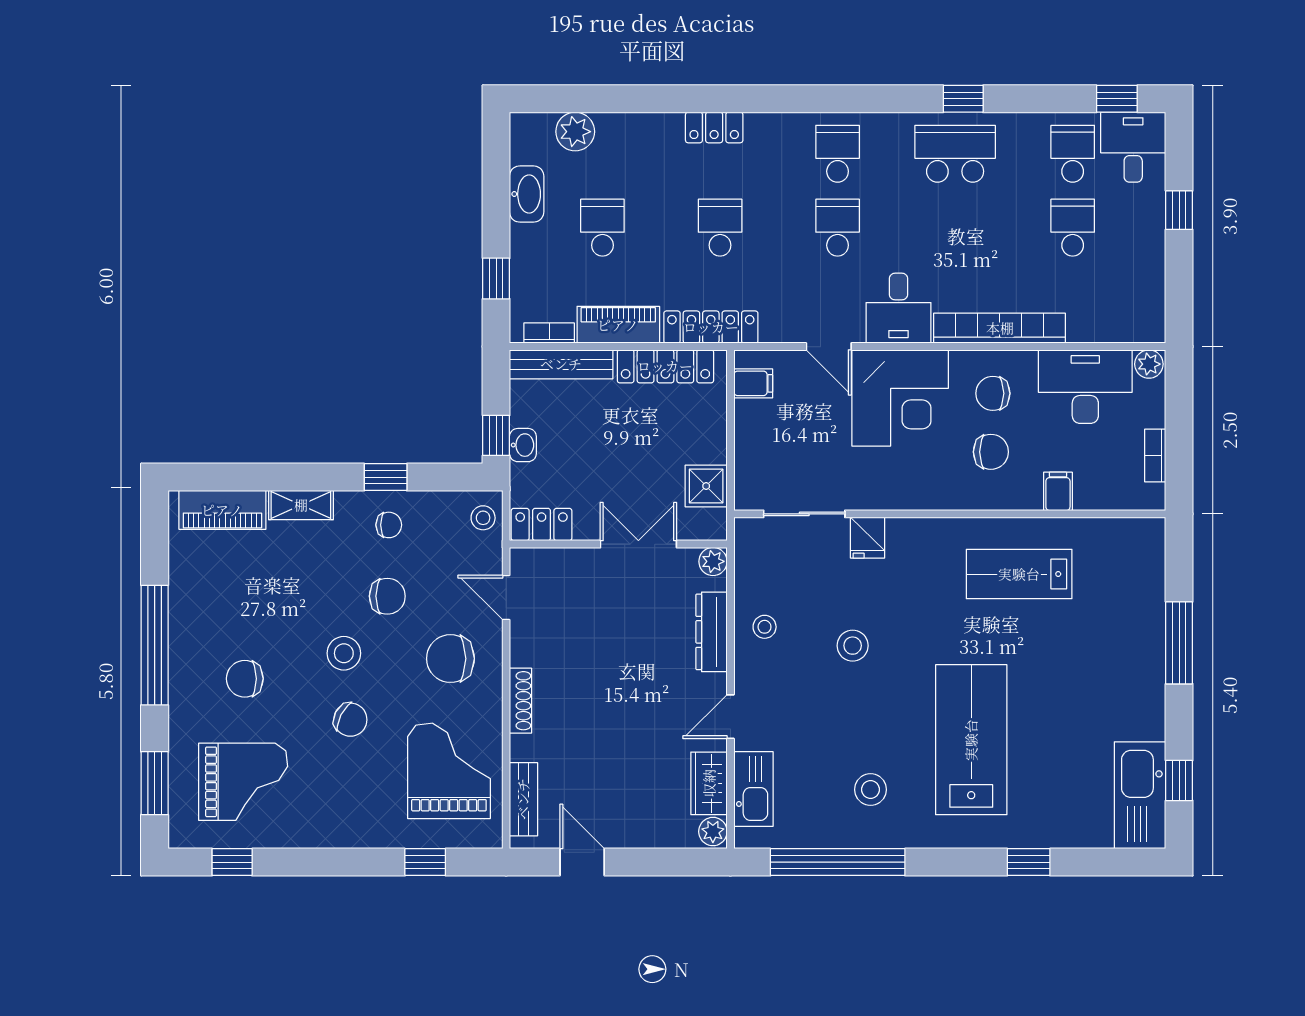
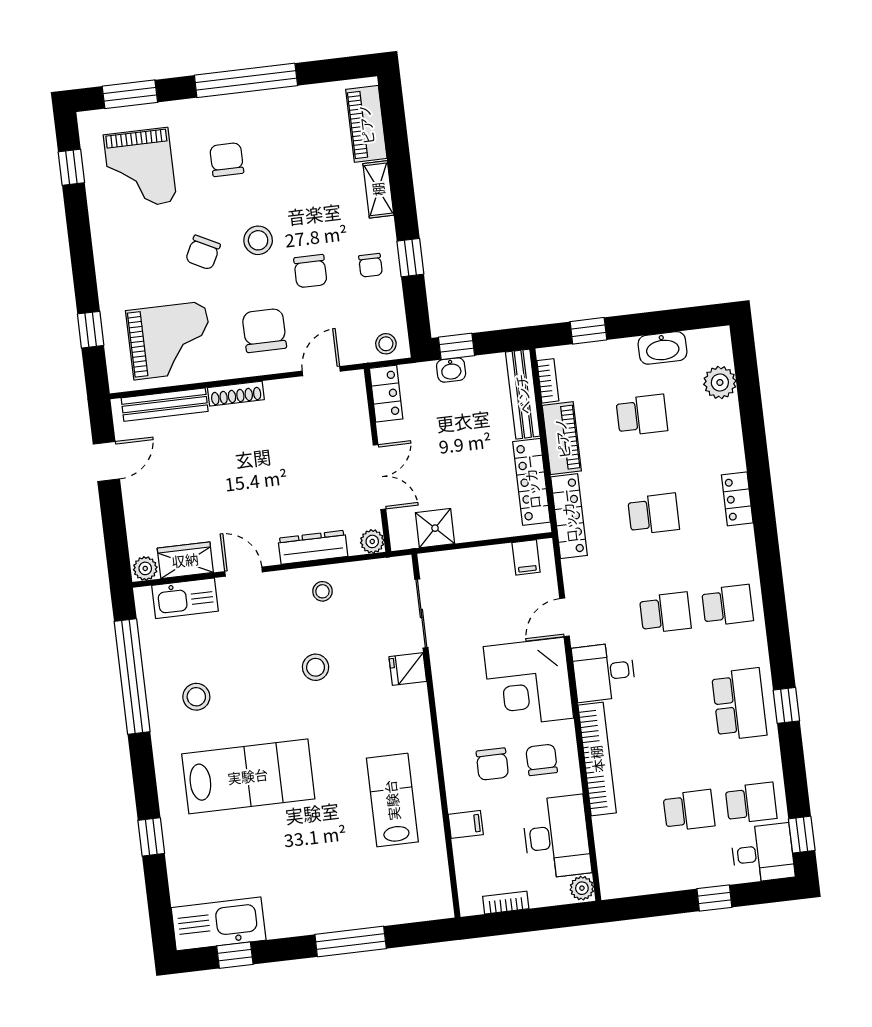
bench: (523, 799) -> (165, 405), width x1.36

